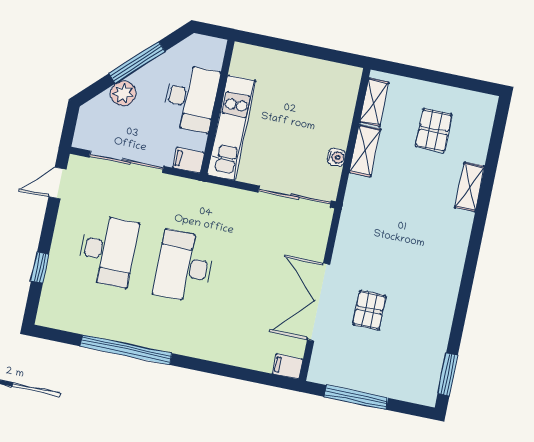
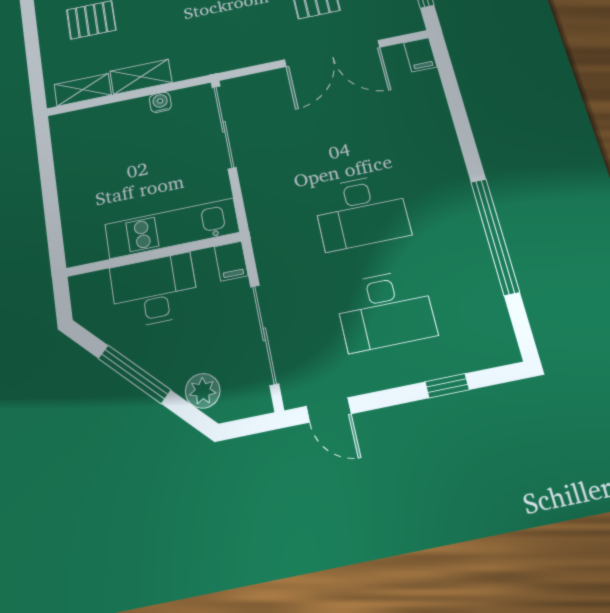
plant: (123, 93) -> (203, 391), moved
desk: (107, 251) -> (385, 310), turned 180

